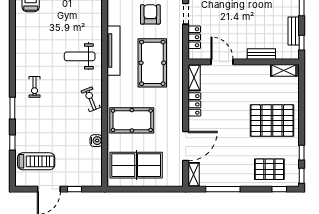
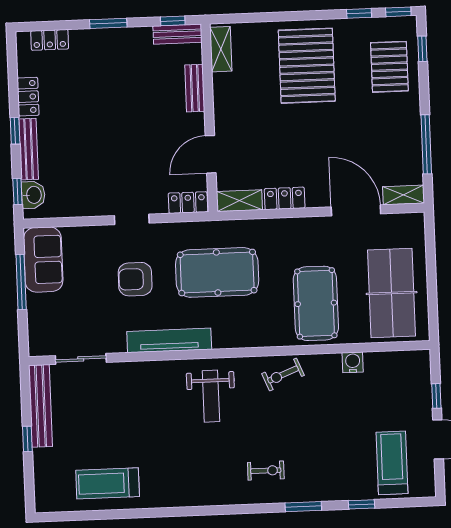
bench: (294, 31) -> (177, 34), moved
locker: (194, 37) -> (188, 203), moved
tv unit: (113, 51) -> (169, 340), moved

